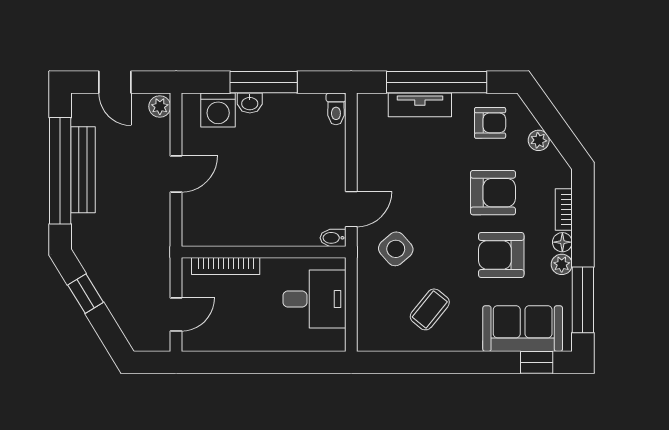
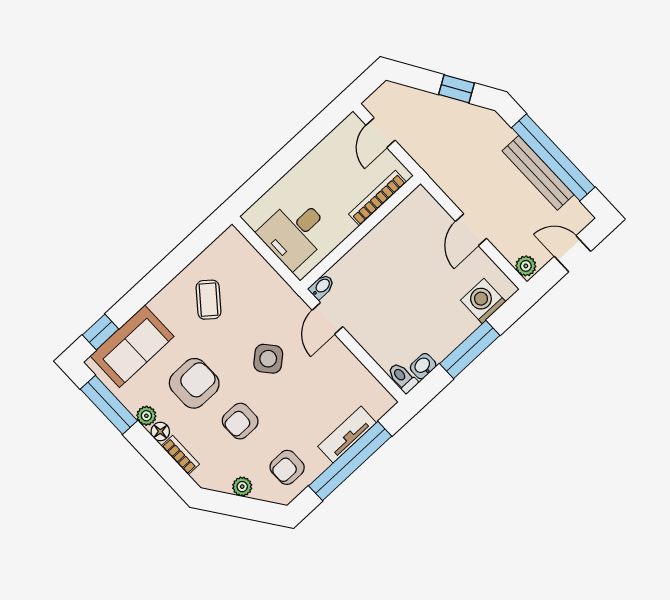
washbasin: (250, 103) -> (423, 366), moved
armchair: (493, 193) -> (240, 421), width x0.72, depth x0.72
side table: (396, 249) -> (268, 359), moved

